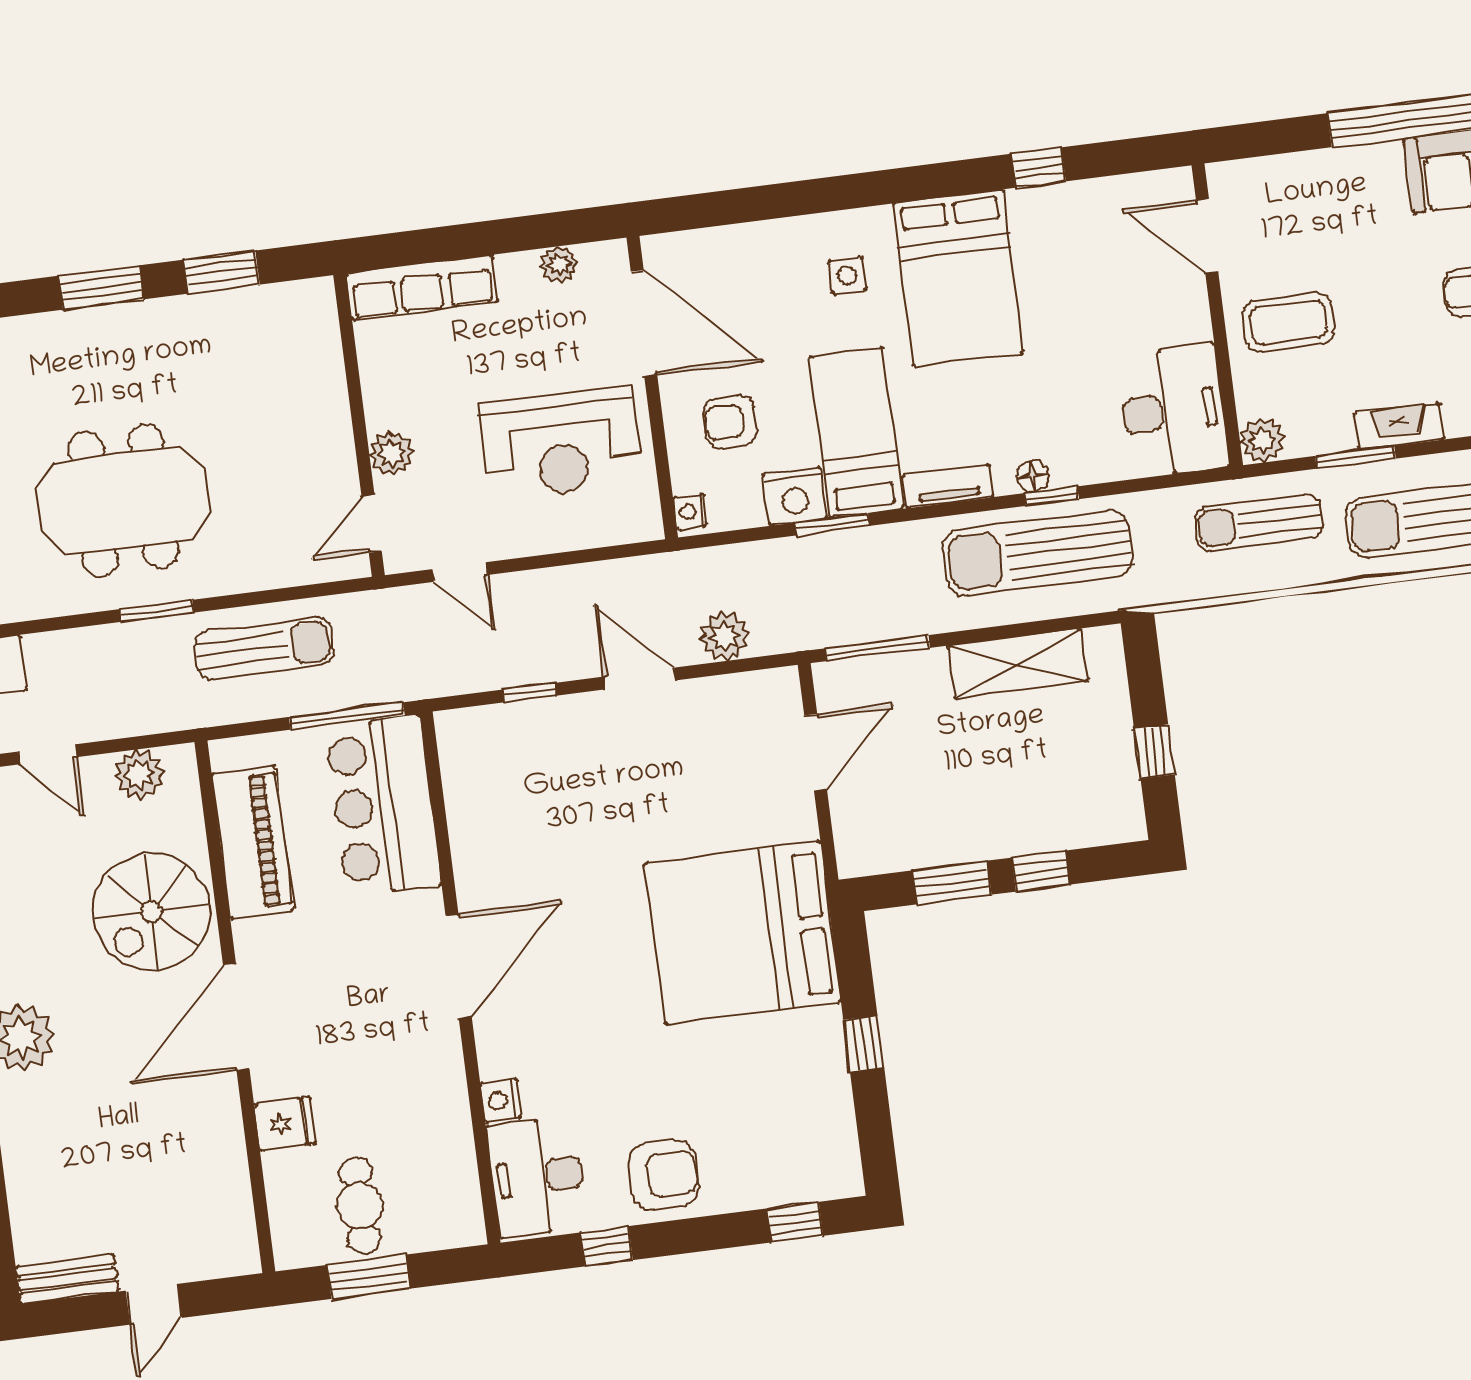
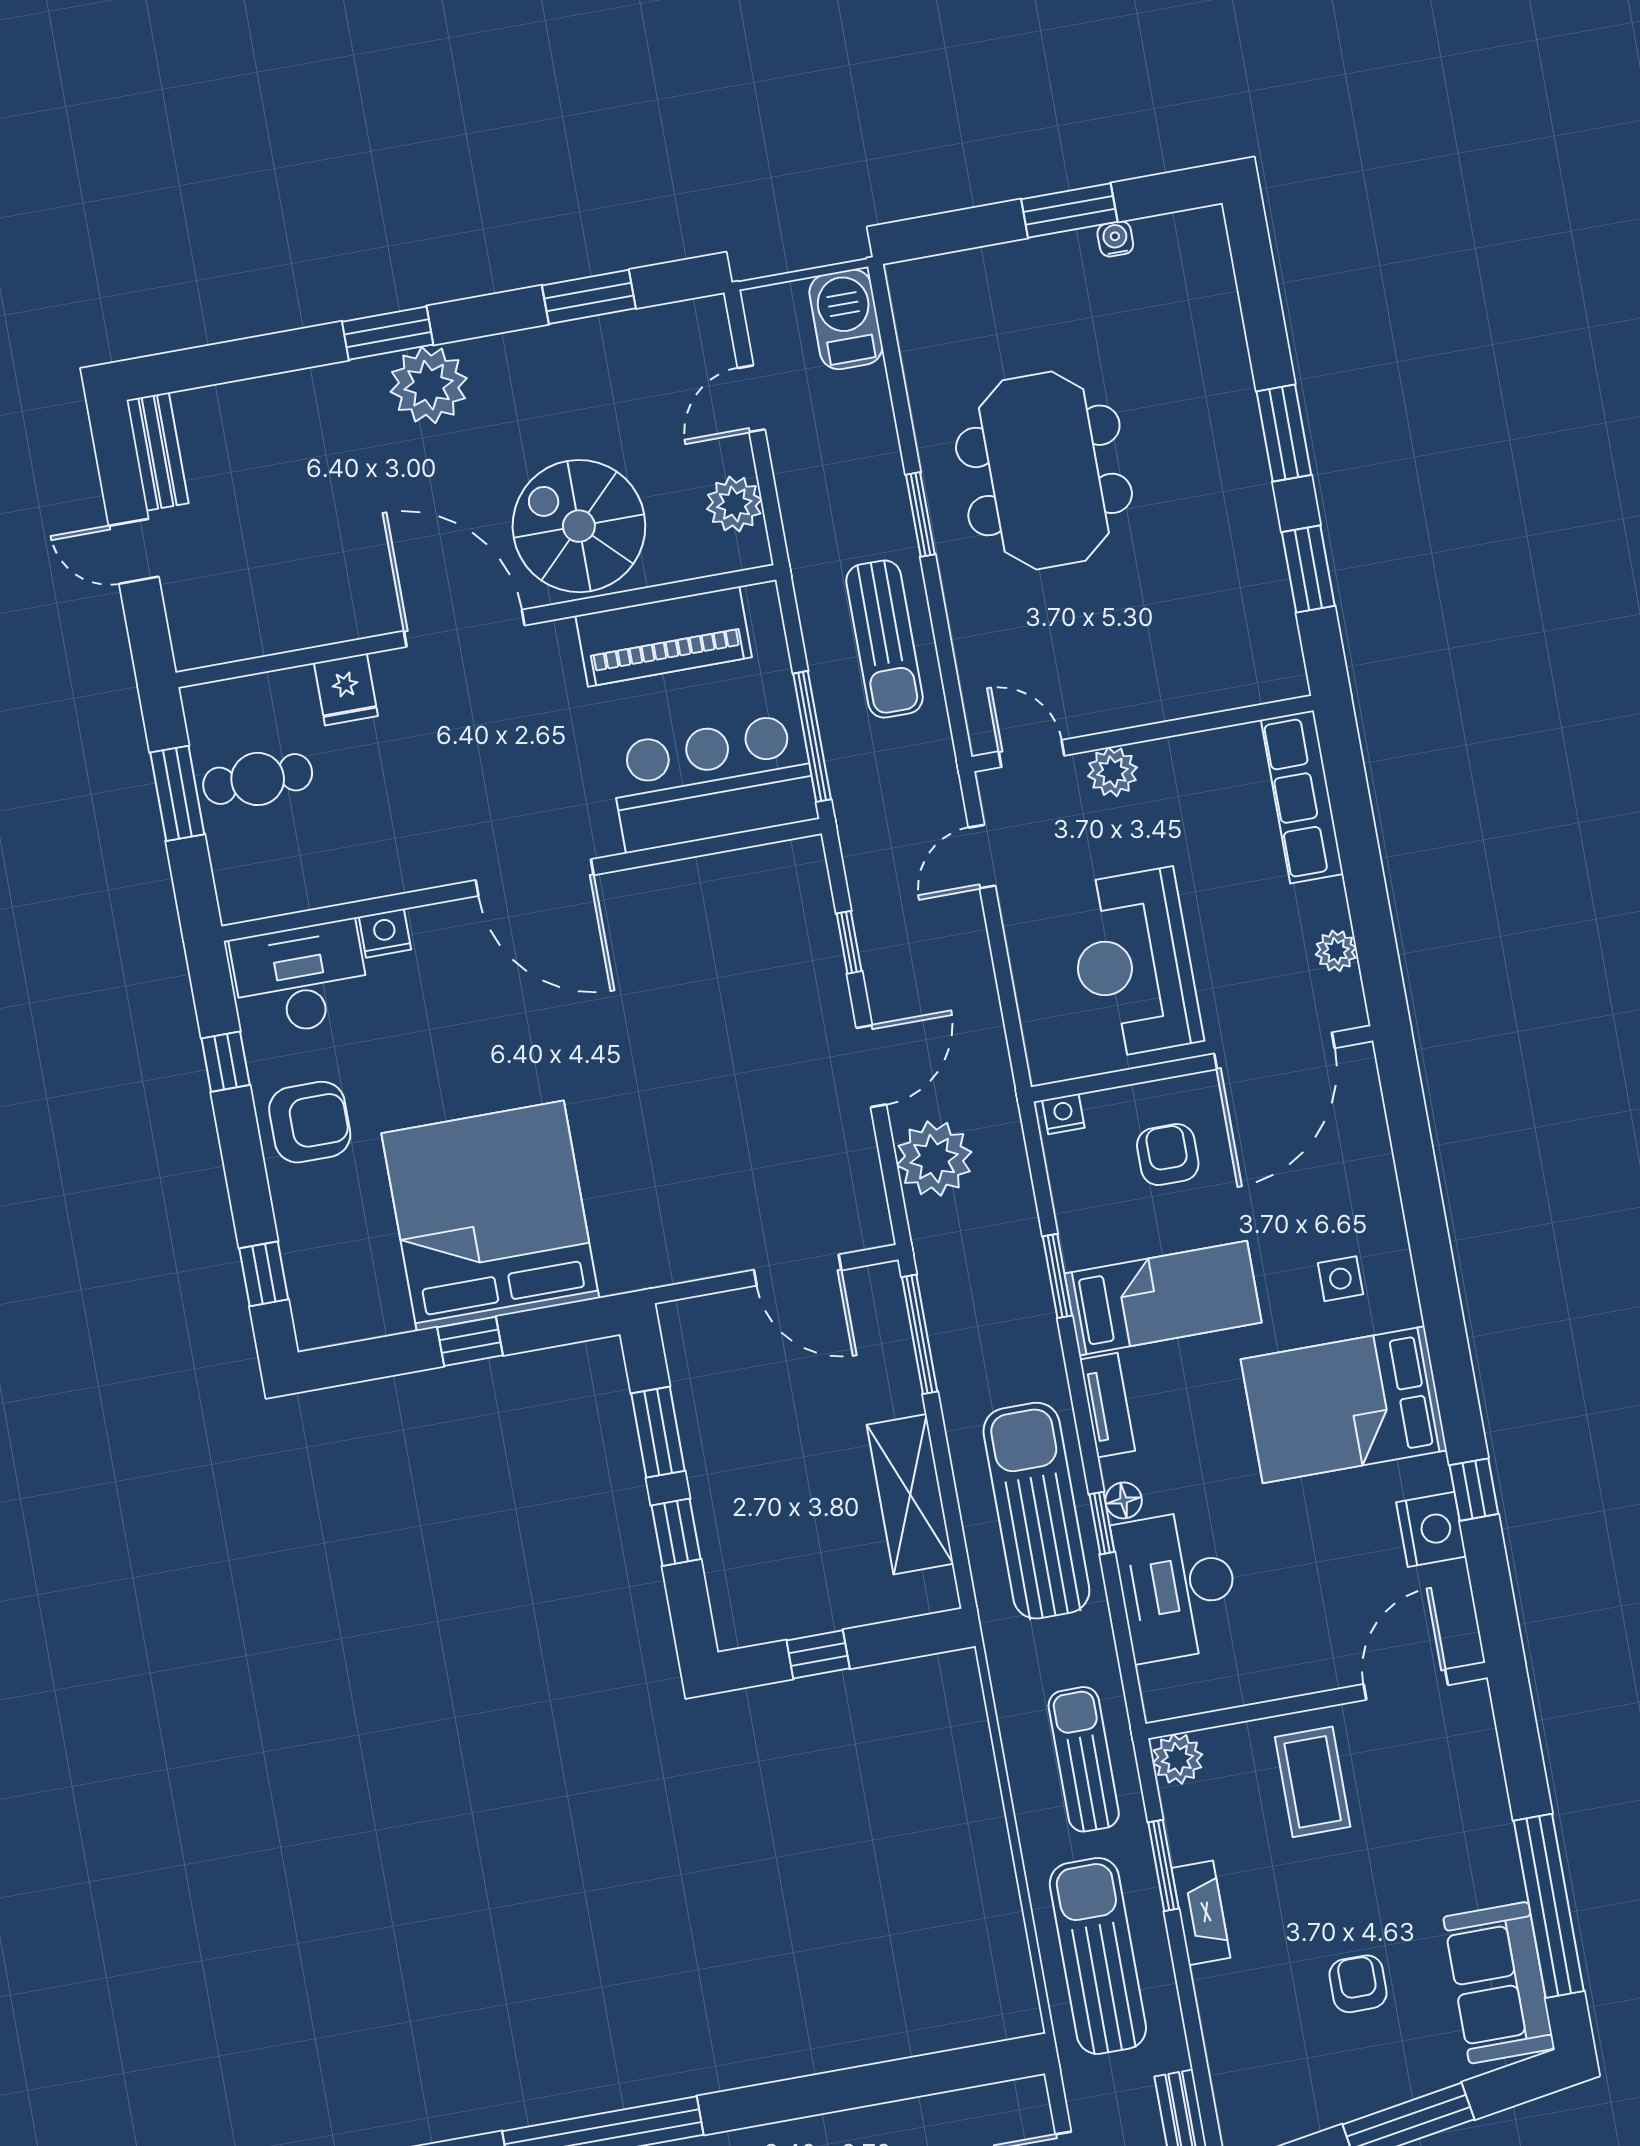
desk: (1174, 411) -> (1177, 1585), moved, turned 90
nightstand: (795, 496) -> (1431, 1529), moved, turned 180
plant: (725, 636) -> (934, 1159), width x1.36, depth x1.36
bed: (743, 932) -> (490, 1216), moved
armchair: (664, 1175) -> (310, 1122), turned -90

